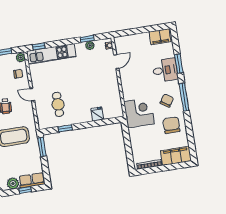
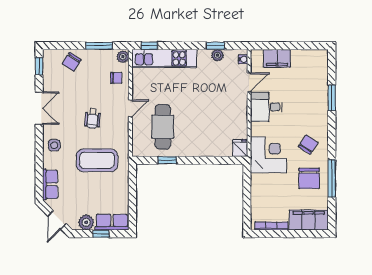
filing cabinet: (160, 37) -> (277, 58), moved
desk: (165, 70) -> (266, 107), moved, turned 180
door: (32, 95) -> (130, 108), swing flipped
window: (184, 97) -> (332, 178), moved
cafe table: (58, 104) -> (163, 127), width x1.37, depth x1.35
fridge: (97, 114) -> (240, 148), moved
chair: (171, 125) -> (309, 178), turned 180
window: (42, 147) -> (132, 180), removed

